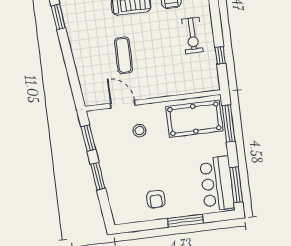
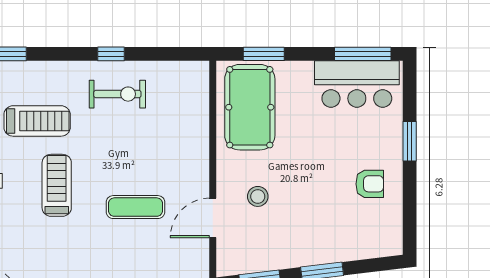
window: (220, 55) -> (111, 54), moved
window: (229, 123) -> (264, 54), width x0.69
window: (185, 221) -> (410, 141), width x0.69

